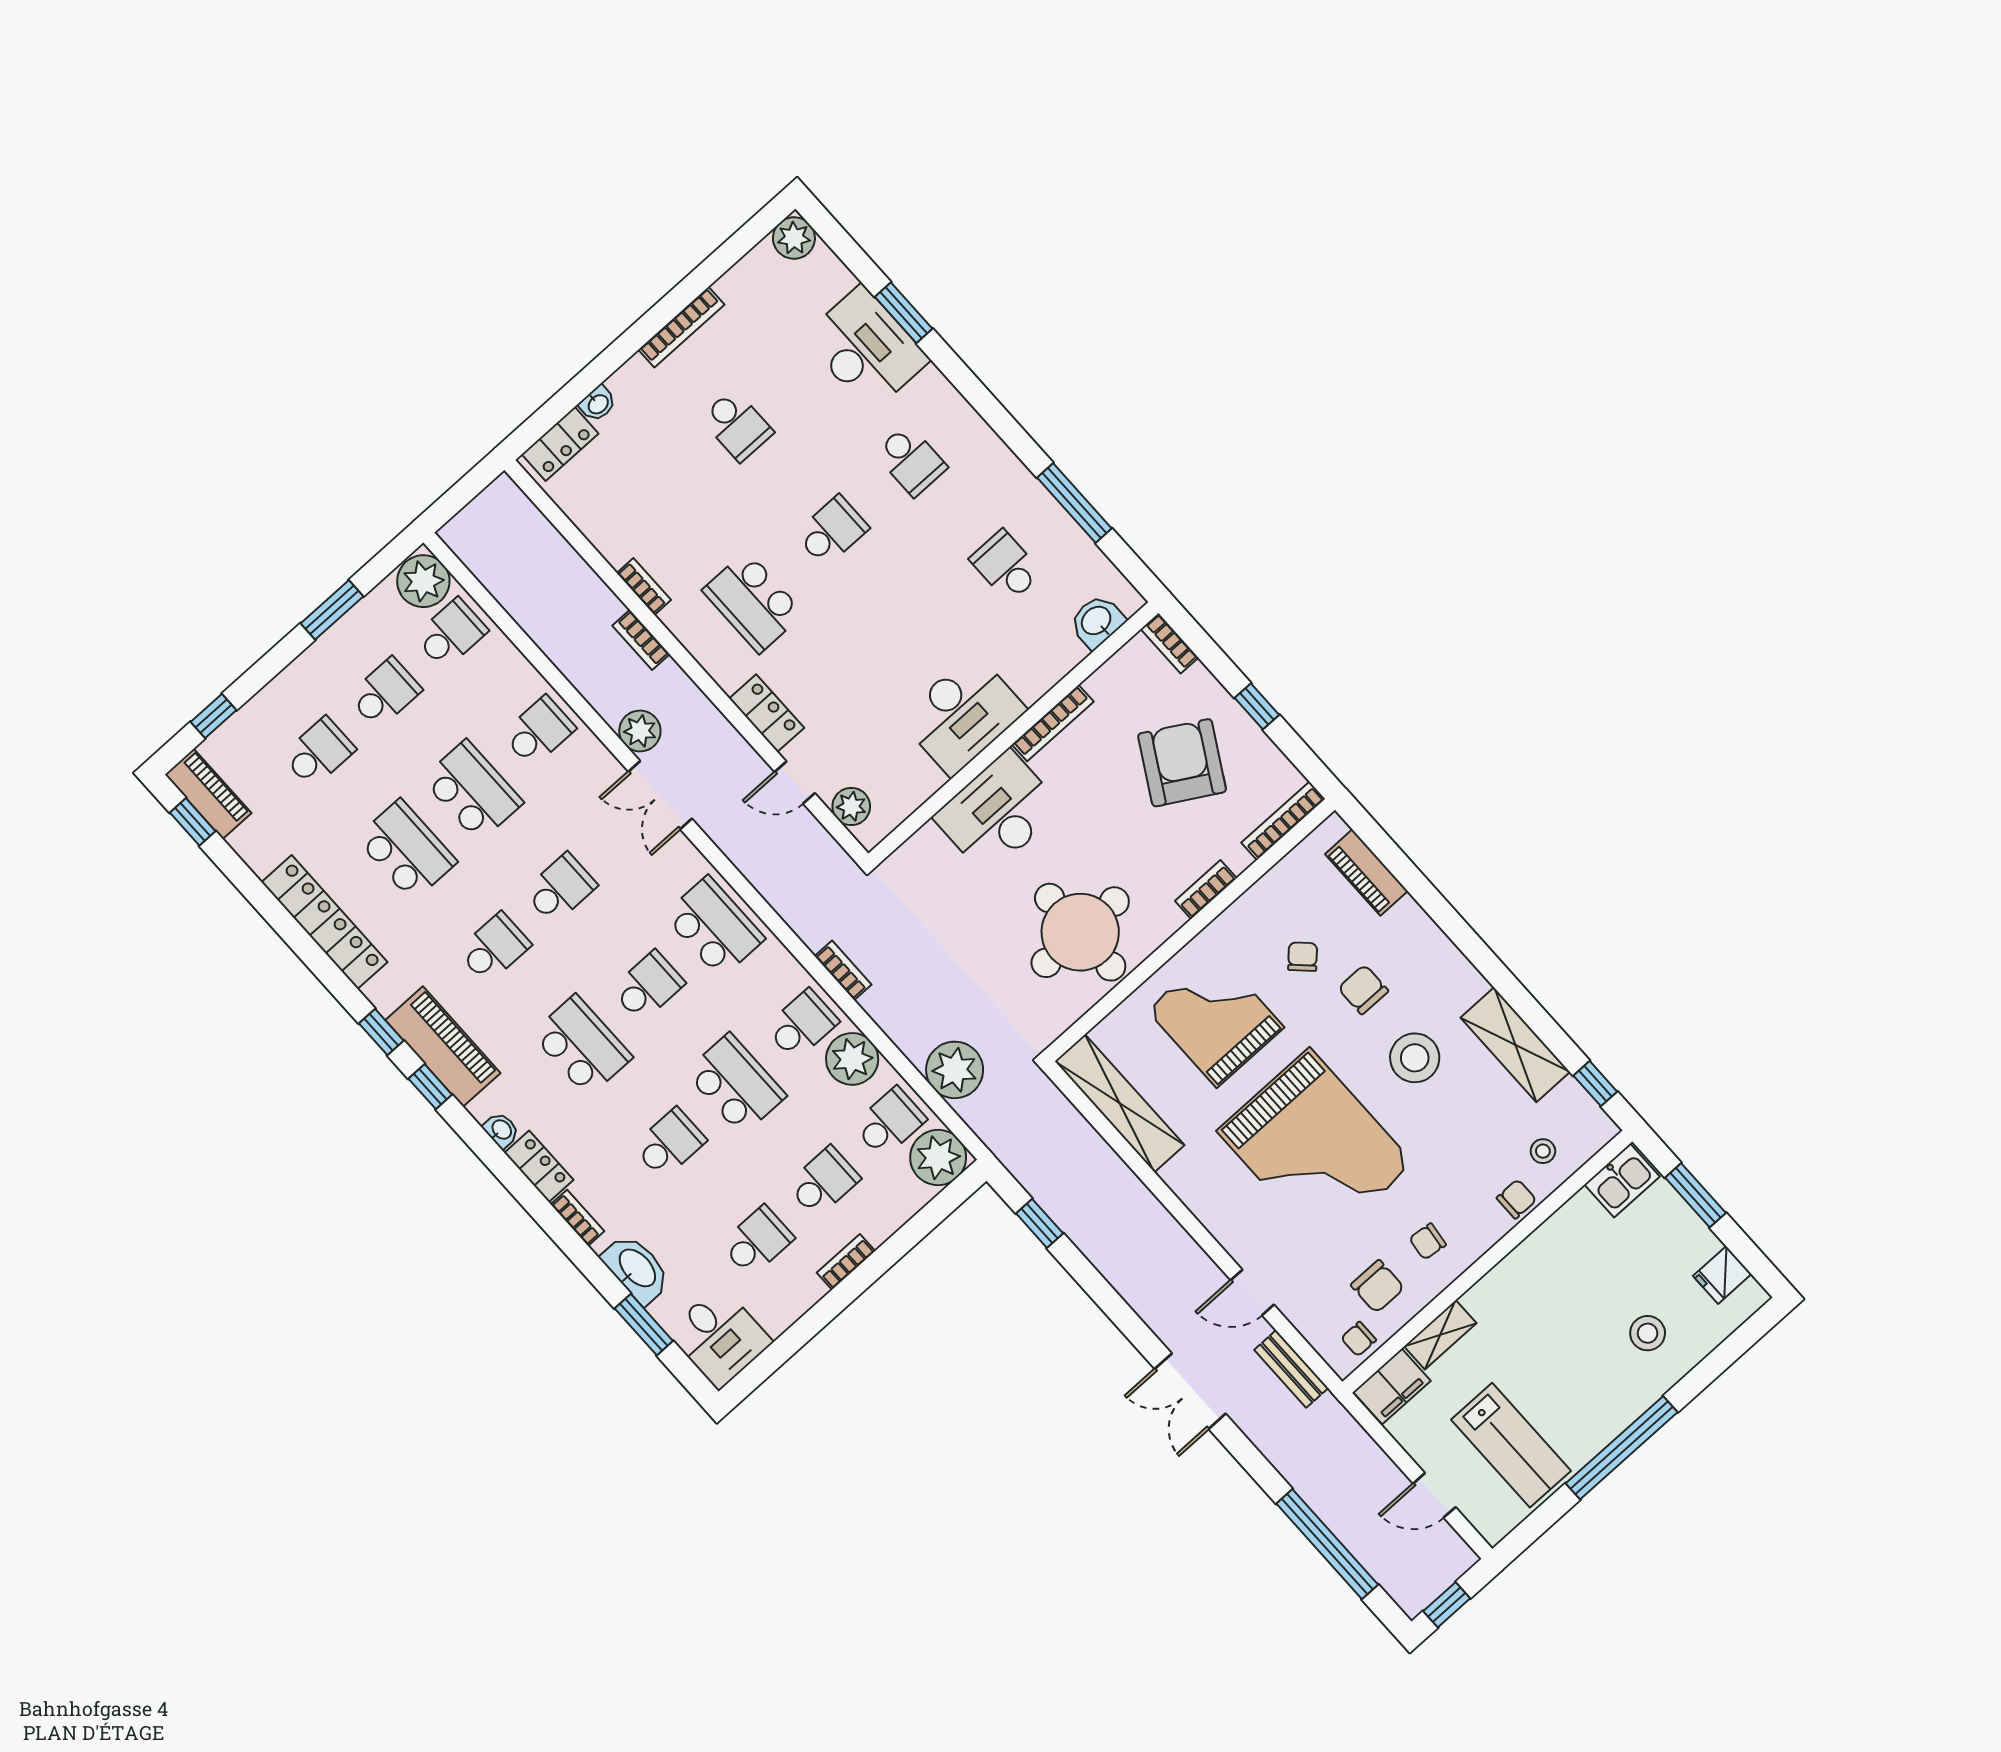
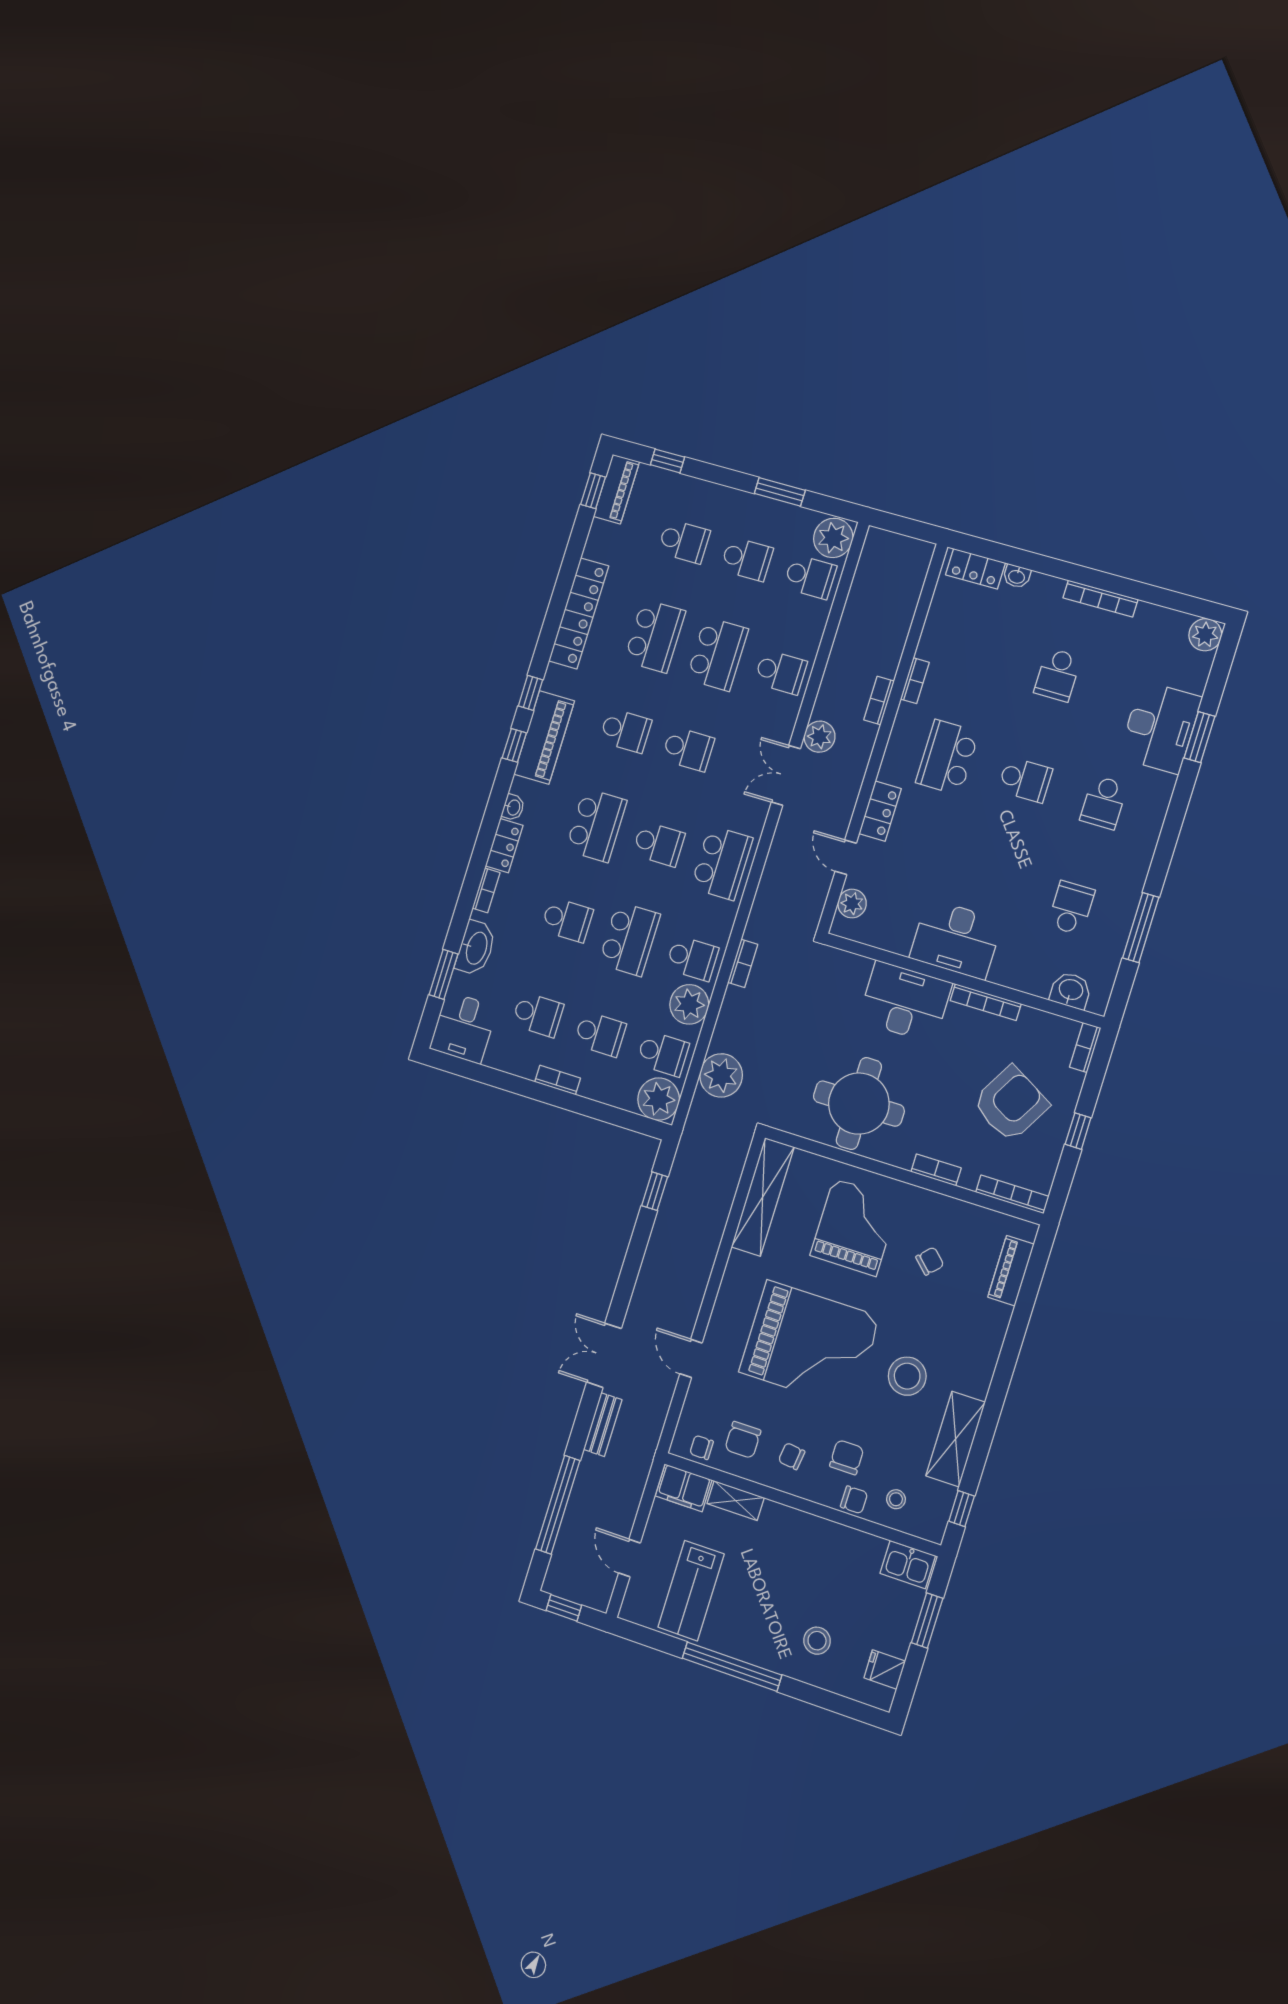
chair: (1363, 989) -> (847, 1457), moved
grand piano: (1315, 1147) -> (809, 1344), turned -90
bench: (1291, 1369) -> (603, 1425), moved

